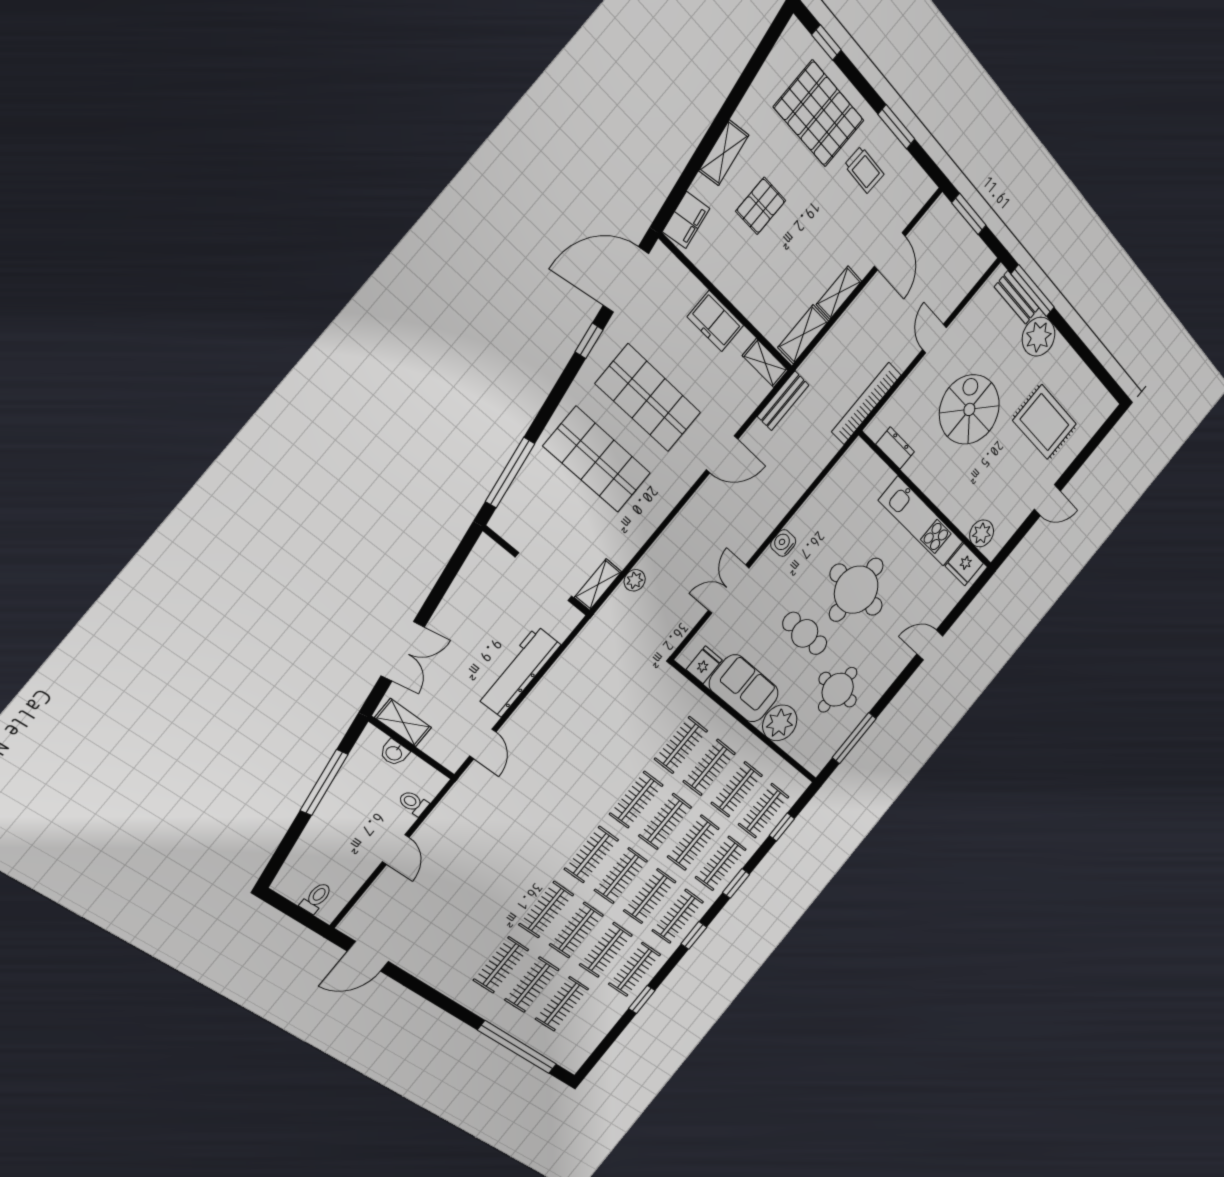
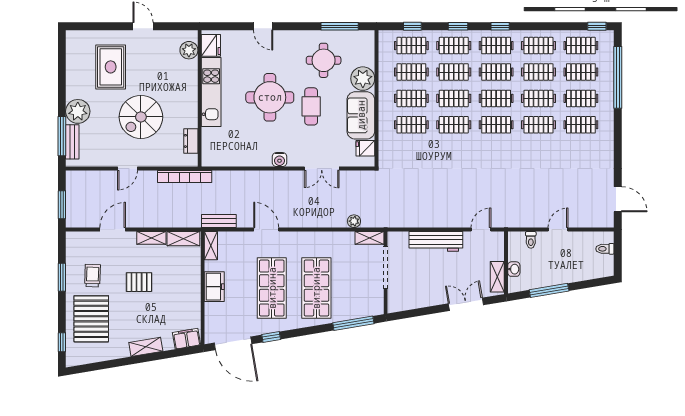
pallet: (761, 206) -> (139, 282), moved
window: (642, 1000) -> (597, 26), moved
clothes rail: (591, 1023) -> (581, 46), added

